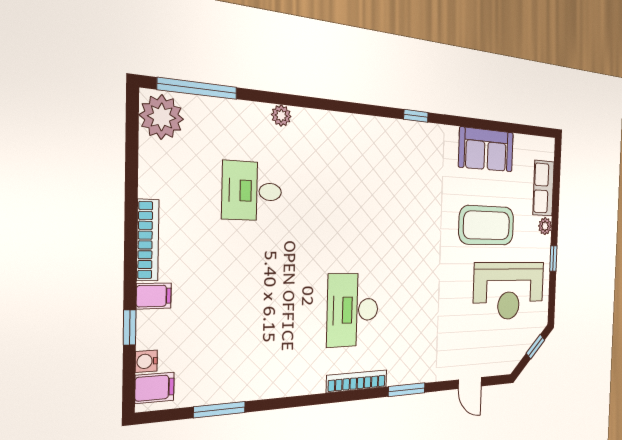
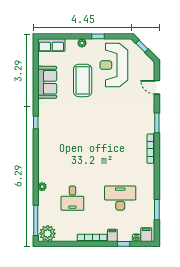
row of seats: (544, 188) -> (51, 45), moved
reception desk: (509, 291) -> (114, 65), turned 180
desk: (353, 310) -> (120, 198), moved, turned 180
door: (470, 383) -> (157, 87), swing flipped

